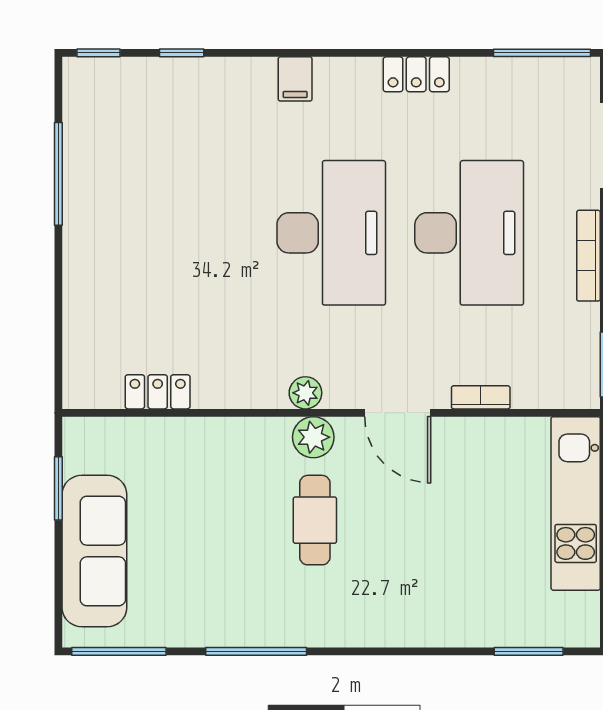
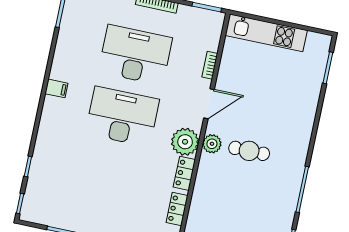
locker: (416, 74) -> (184, 173), moved, turned 180
filing cabinet: (295, 79) -> (56, 88), moved
plant: (305, 393) -> (185, 142), width x1.88, depth x1.88

